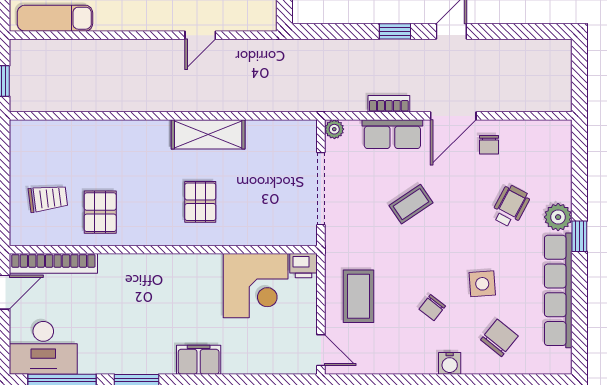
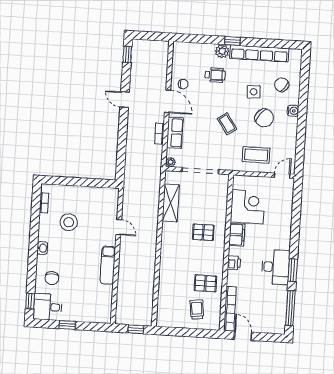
exam couch: (55, 18) -> (108, 265), moved
window: (395, 31) -> (127, 54), moved
shelving: (208, 134) -> (171, 203), moved
coffee table: (411, 204) -> (227, 124), moved
wheelchair: (510, 206) -> (215, 75), turned 152
printer: (304, 266) -> (234, 263), moved
chair: (432, 308) -> (264, 118), width x1.87, depth x1.87
desk: (43, 348) -> (276, 267), moved
filing cabinet: (199, 360) -> (237, 235), moved, turned 180

